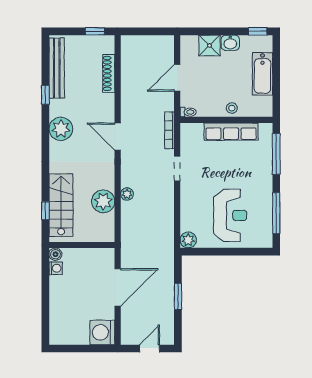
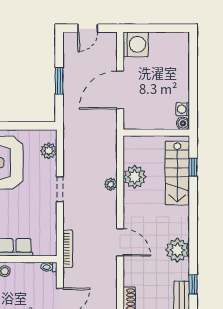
doorway: (177, 169) -> (60, 189), moved
plant: (188, 240) -> (49, 151), moved

